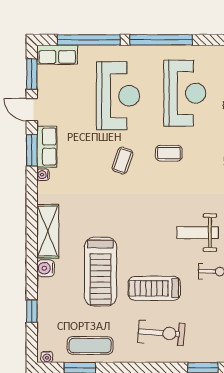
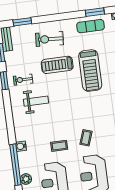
treadmill: (100, 272) -> (90, 71), turned 180
treadmill: (154, 288) -> (57, 65), turned 180

